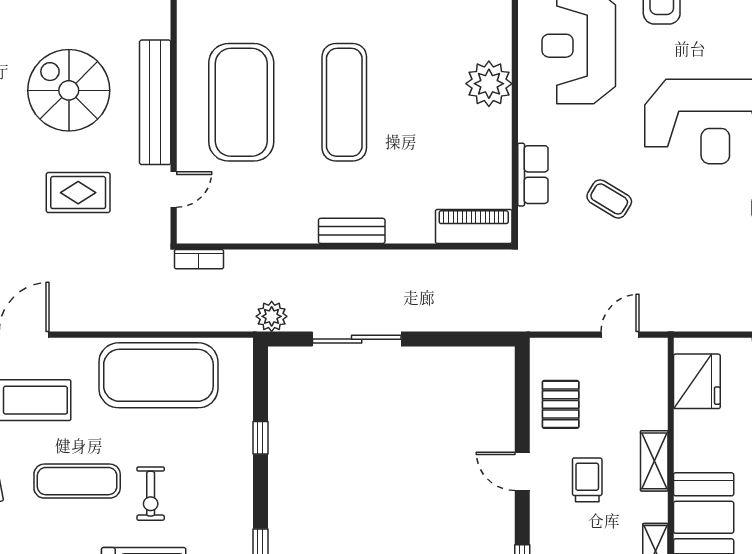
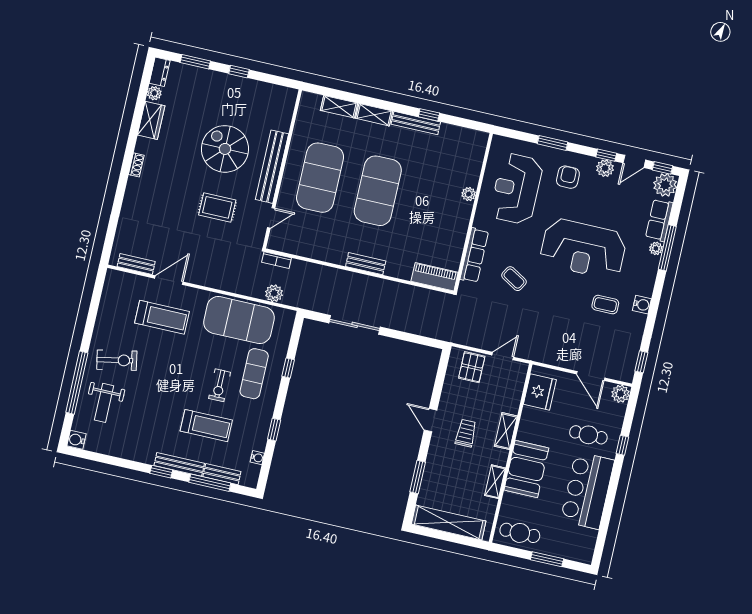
plant: (489, 84) -> (469, 194), width x0.53, depth x0.53
exercise mat: (344, 102) -> (378, 191), width x1.47
row of seats: (533, 175) -> (474, 255), width x1.48
plant: (272, 316) -> (274, 293), moved
pallet: (561, 404) -> (472, 367), moved
exercise mat: (77, 481) -> (254, 374), moved, turned 90

